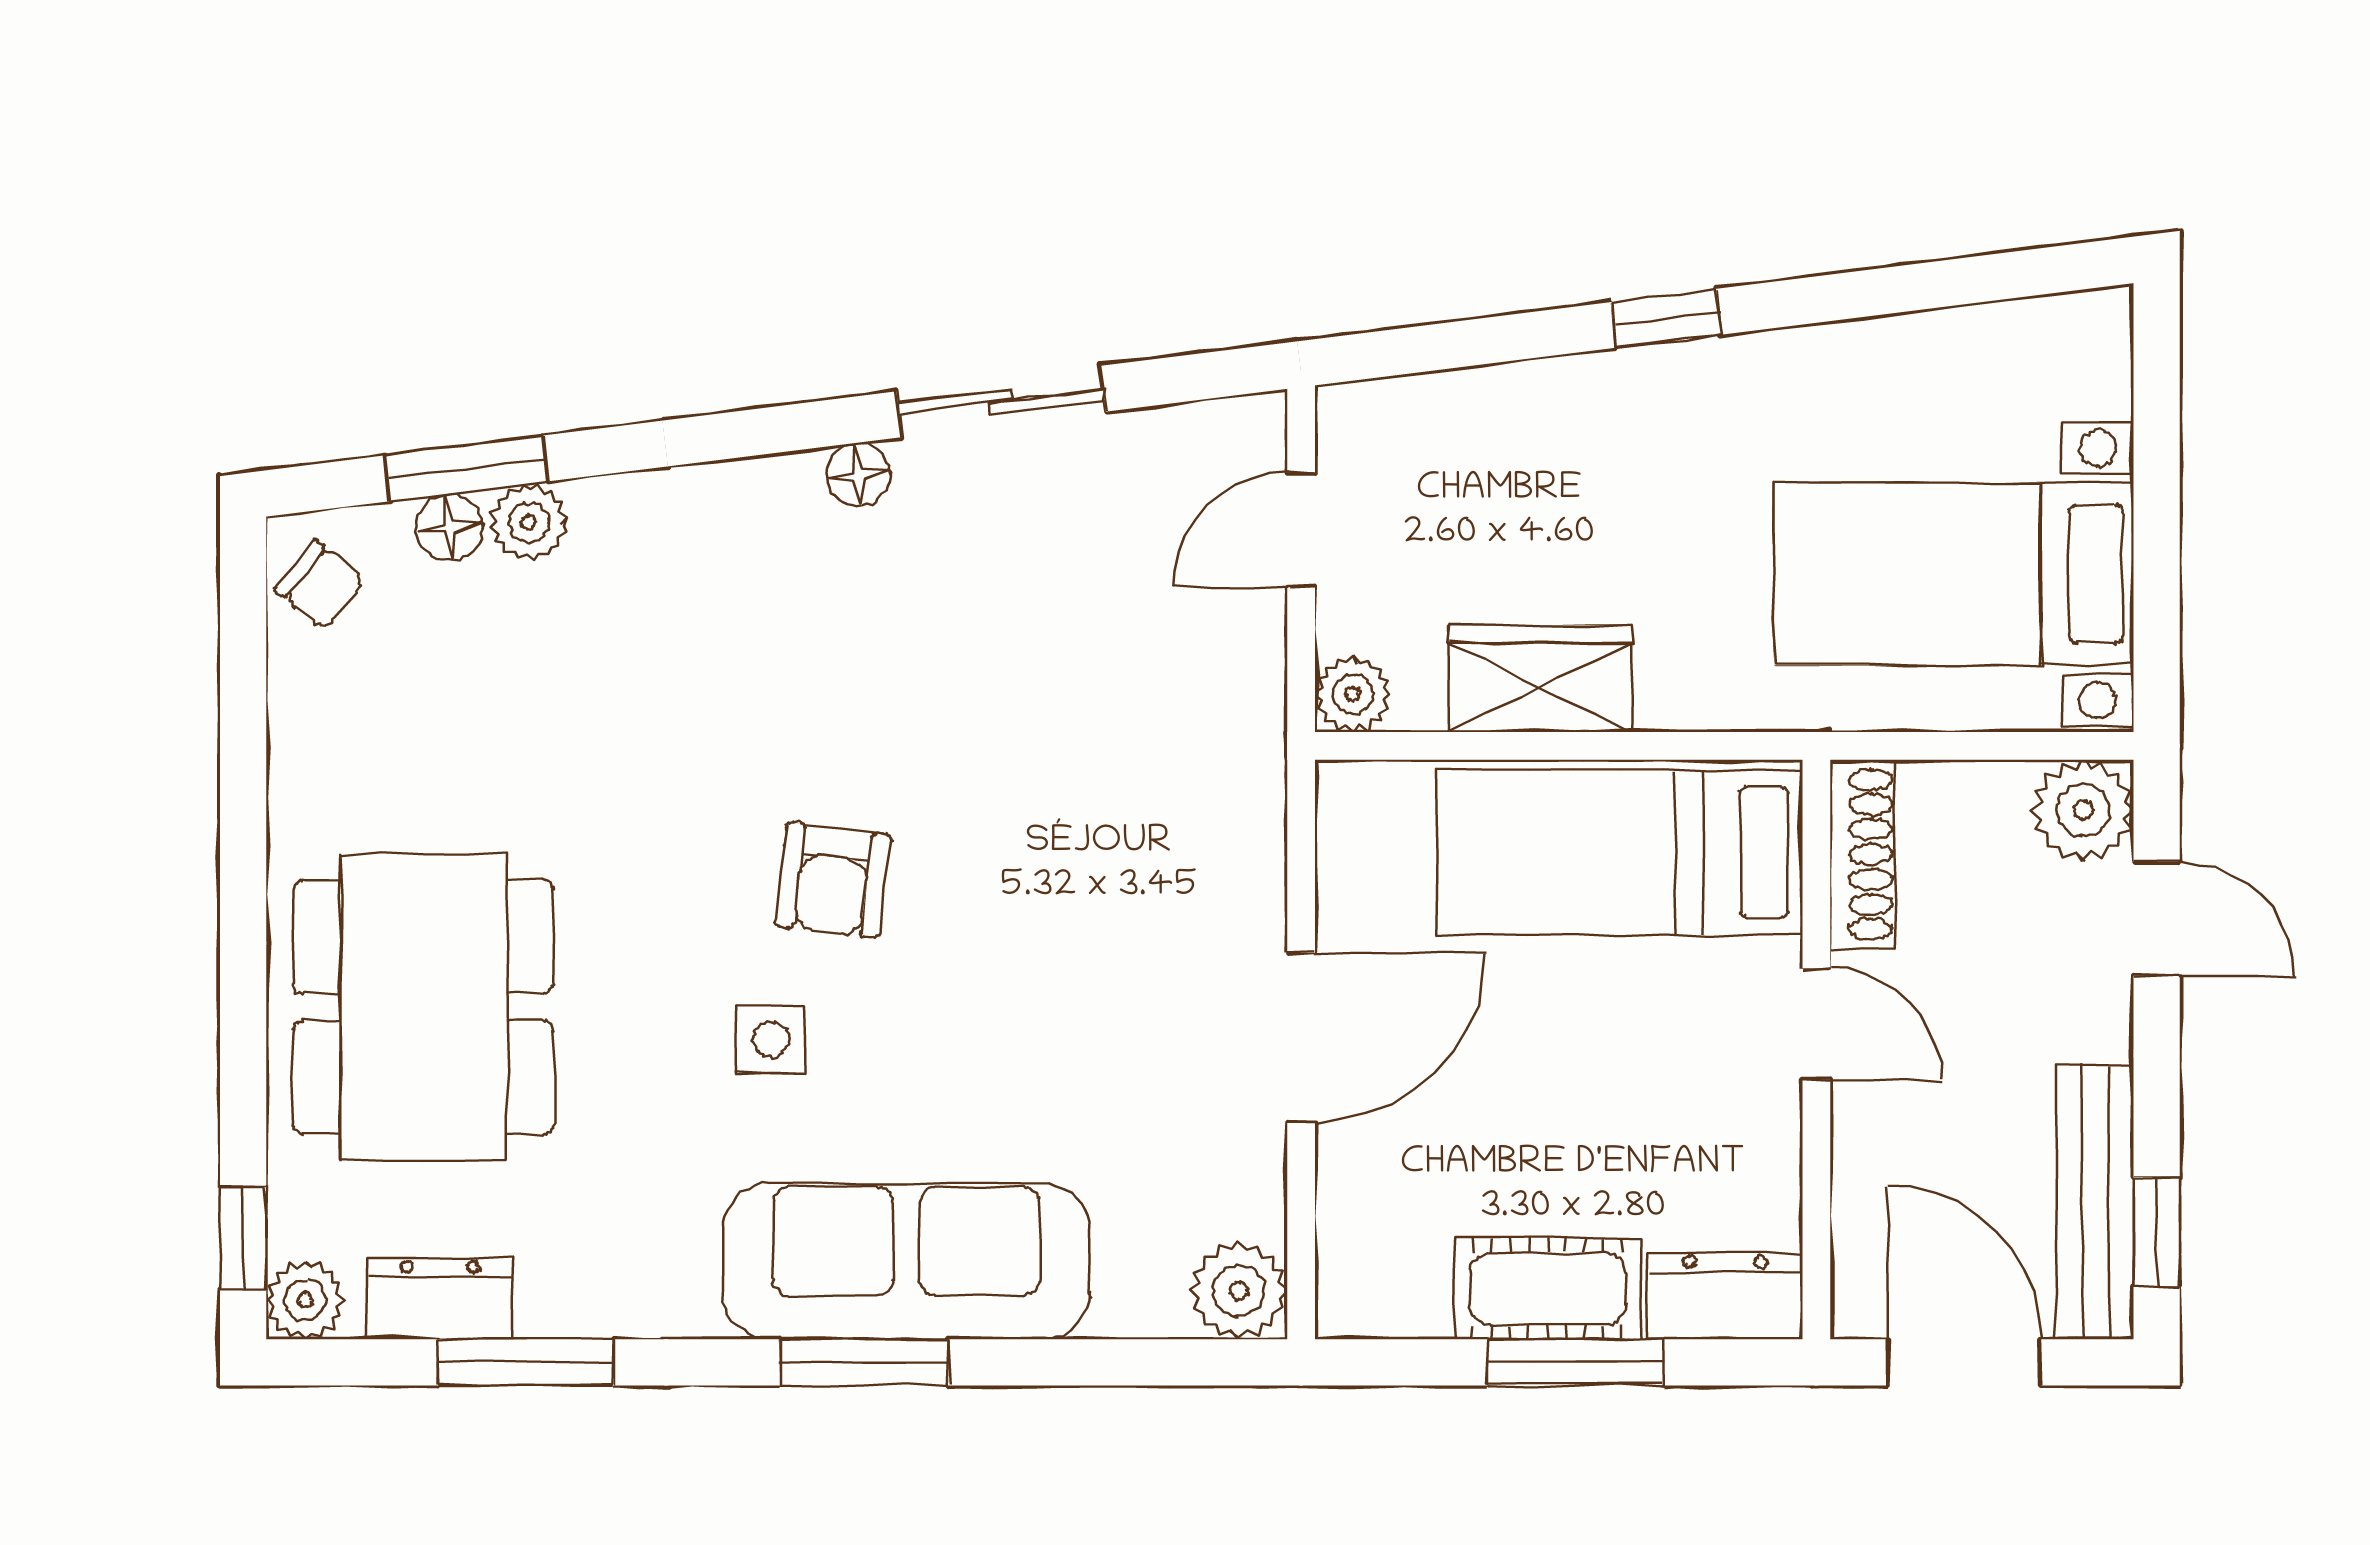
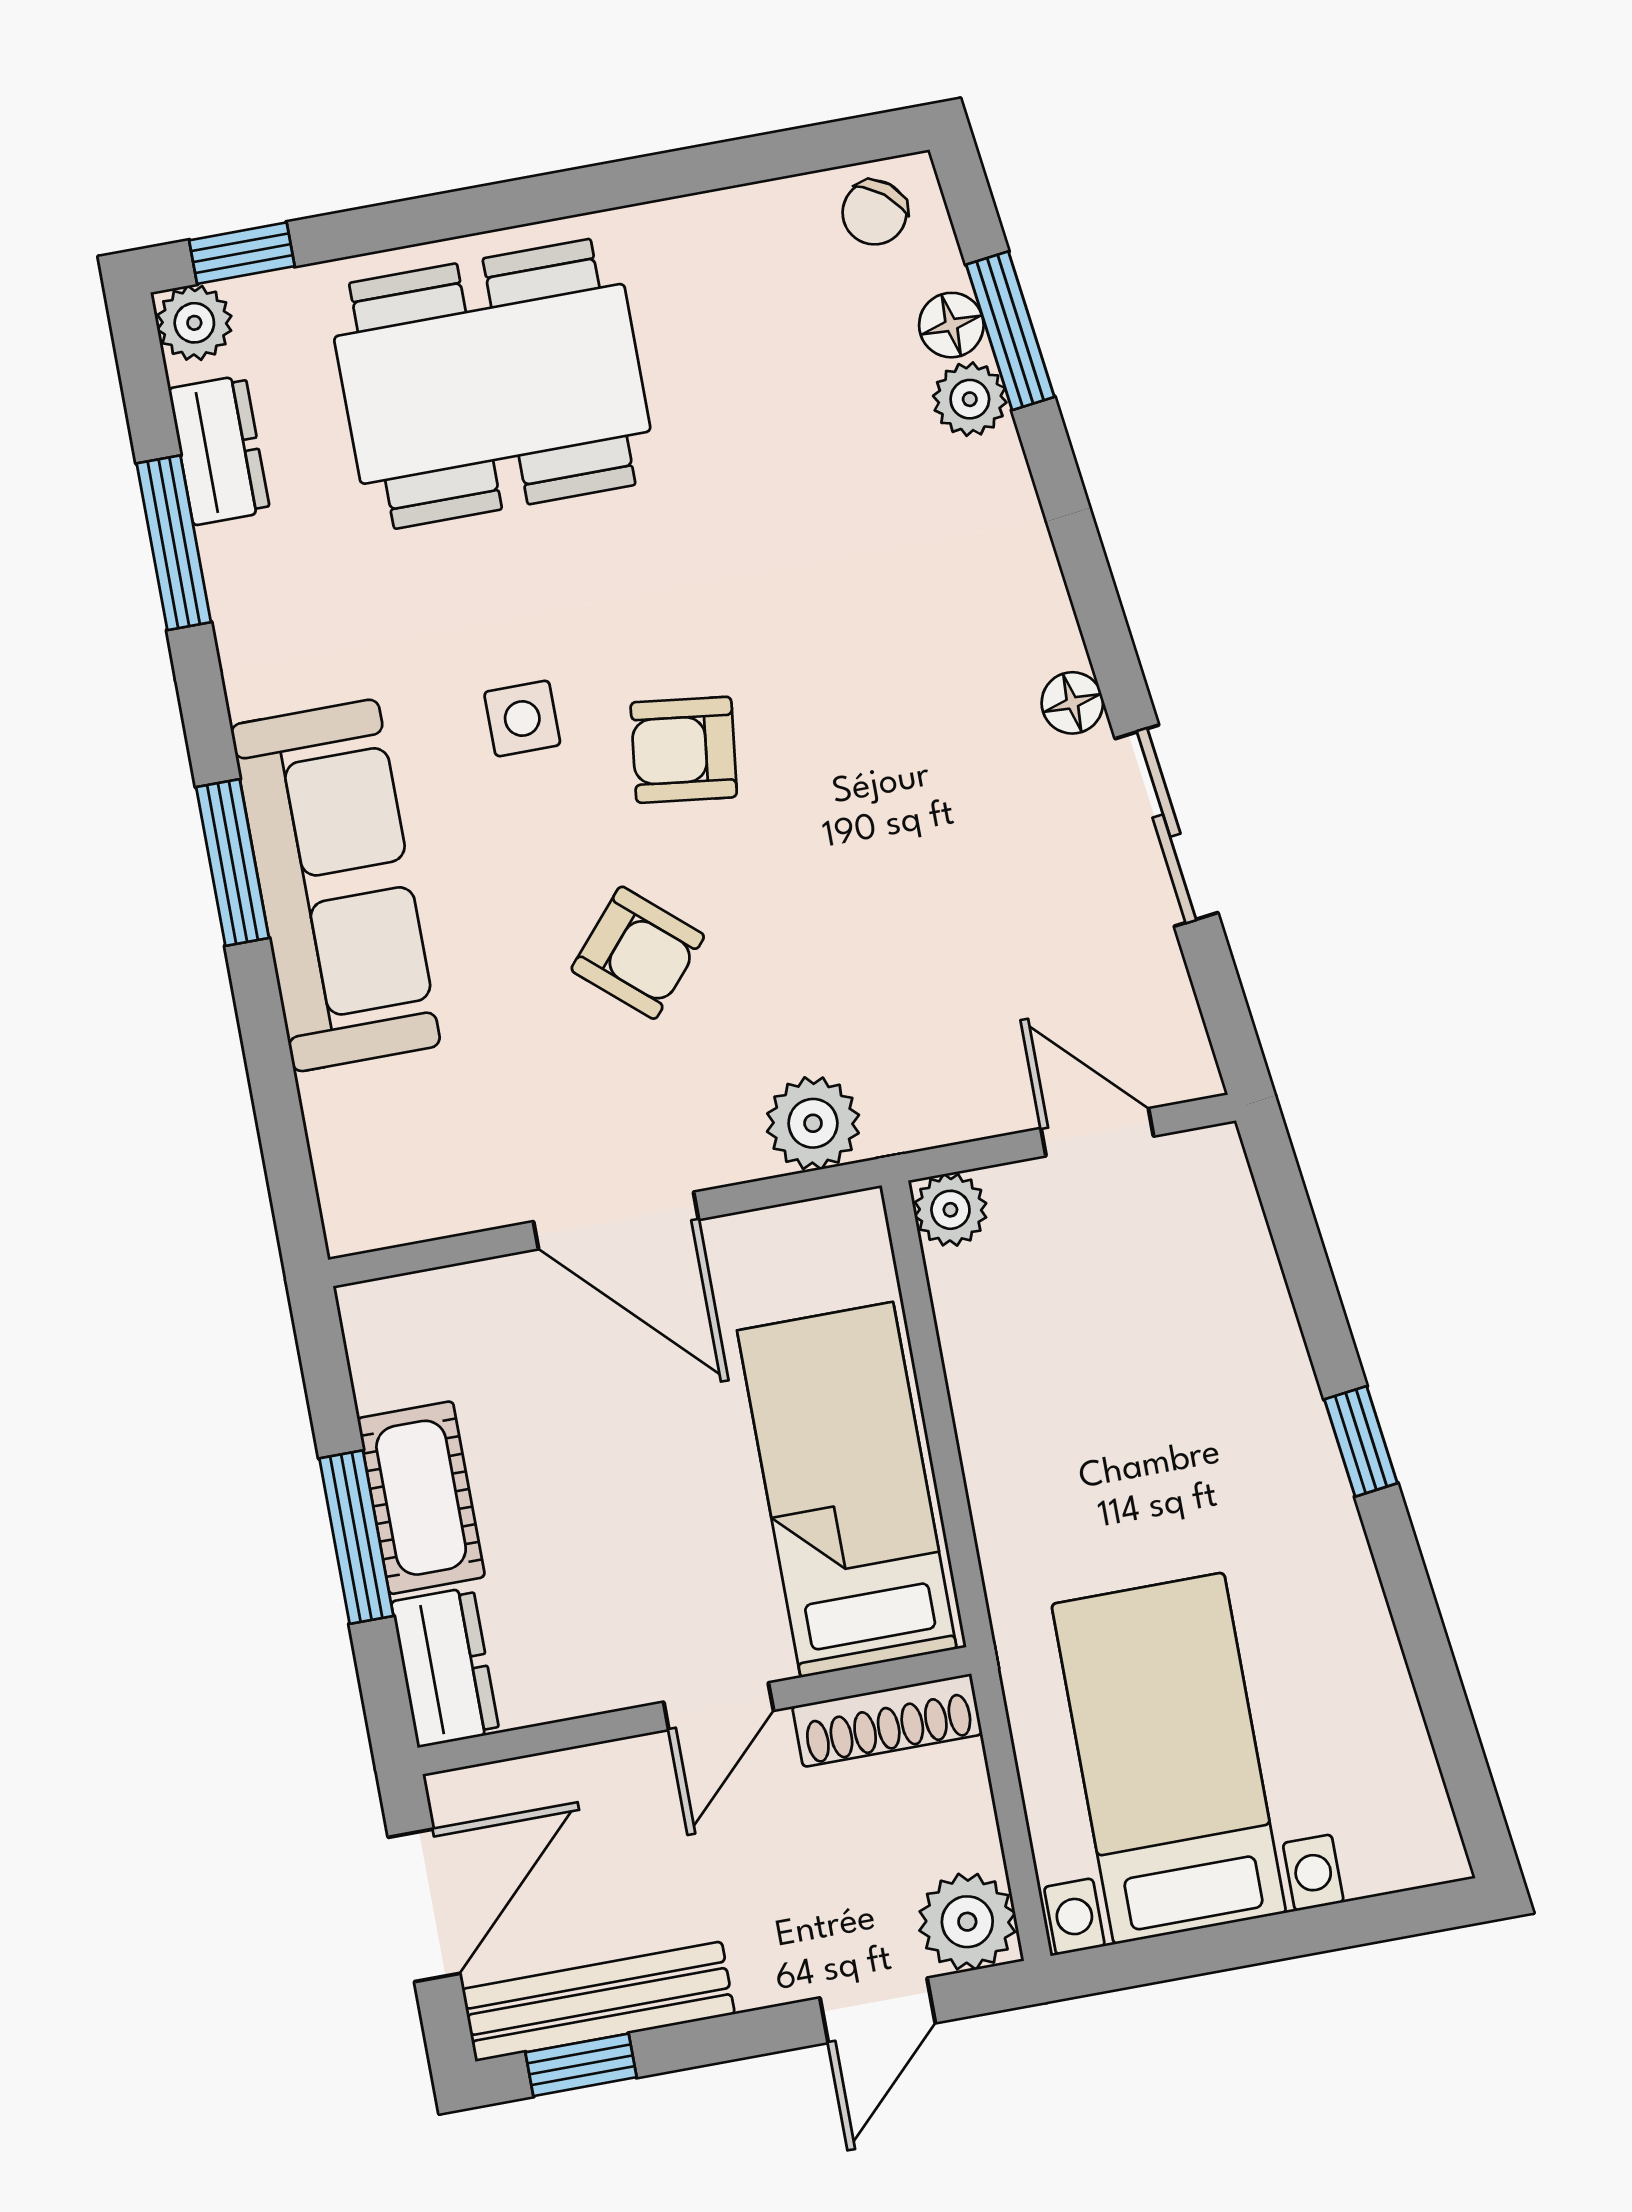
wardrobe: (1540, 679) -> (998, 1385), removed
armchair: (1032, 965) -> (638, 953), added
plant: (1239, 1291) -> (813, 1123), moved

